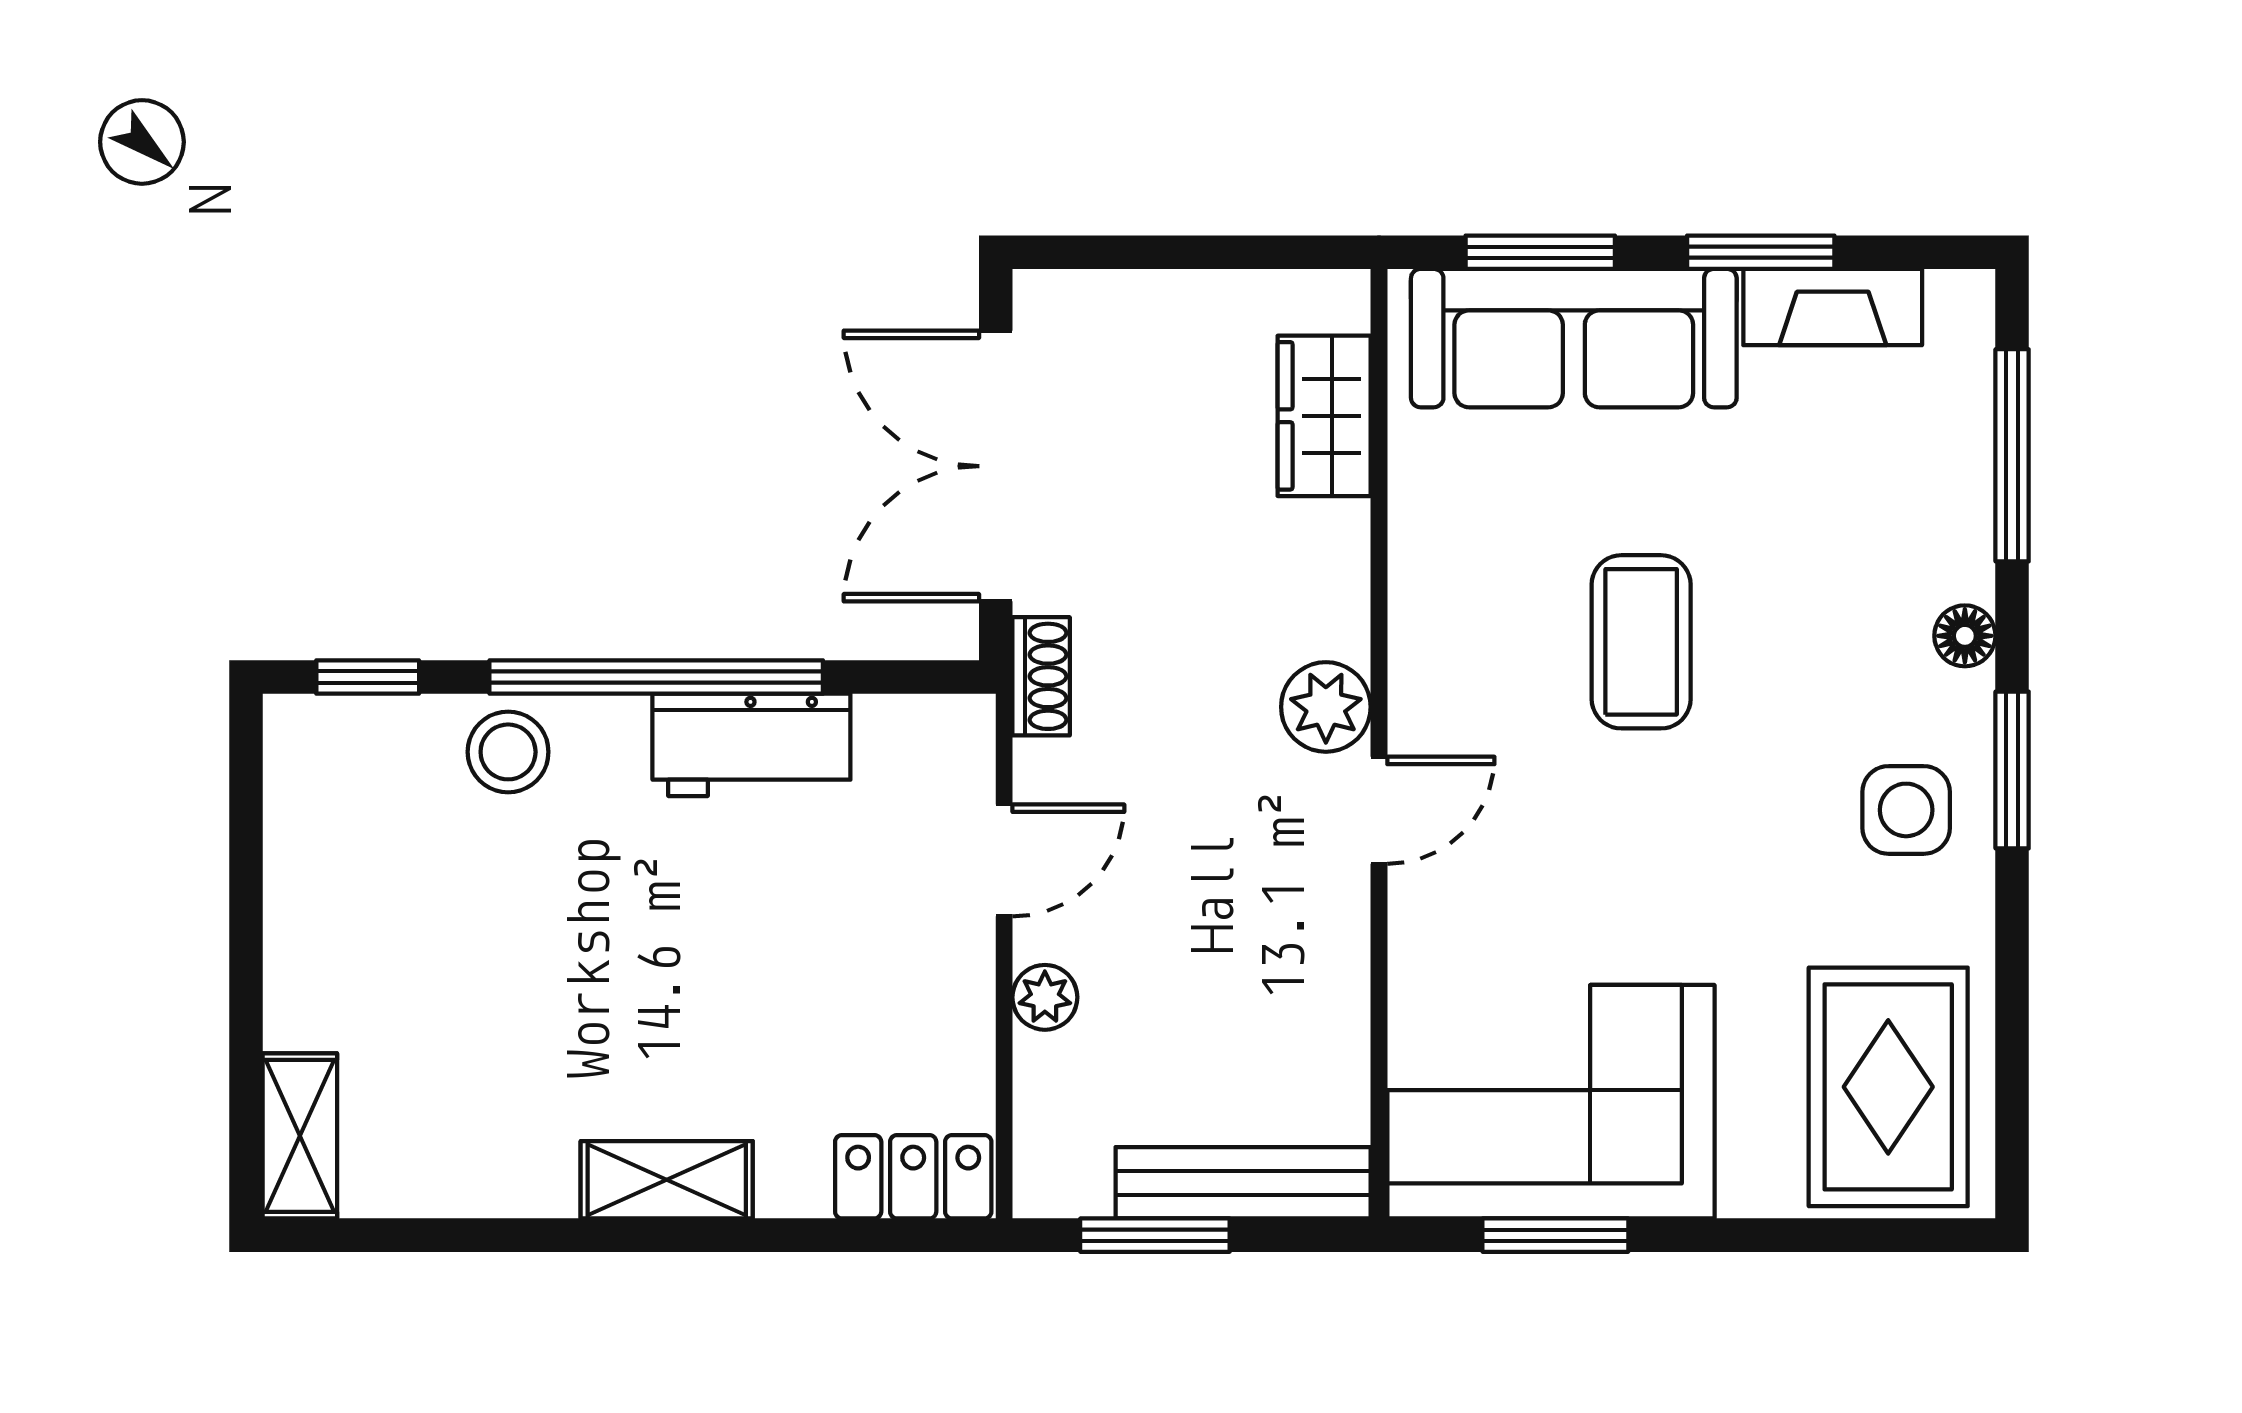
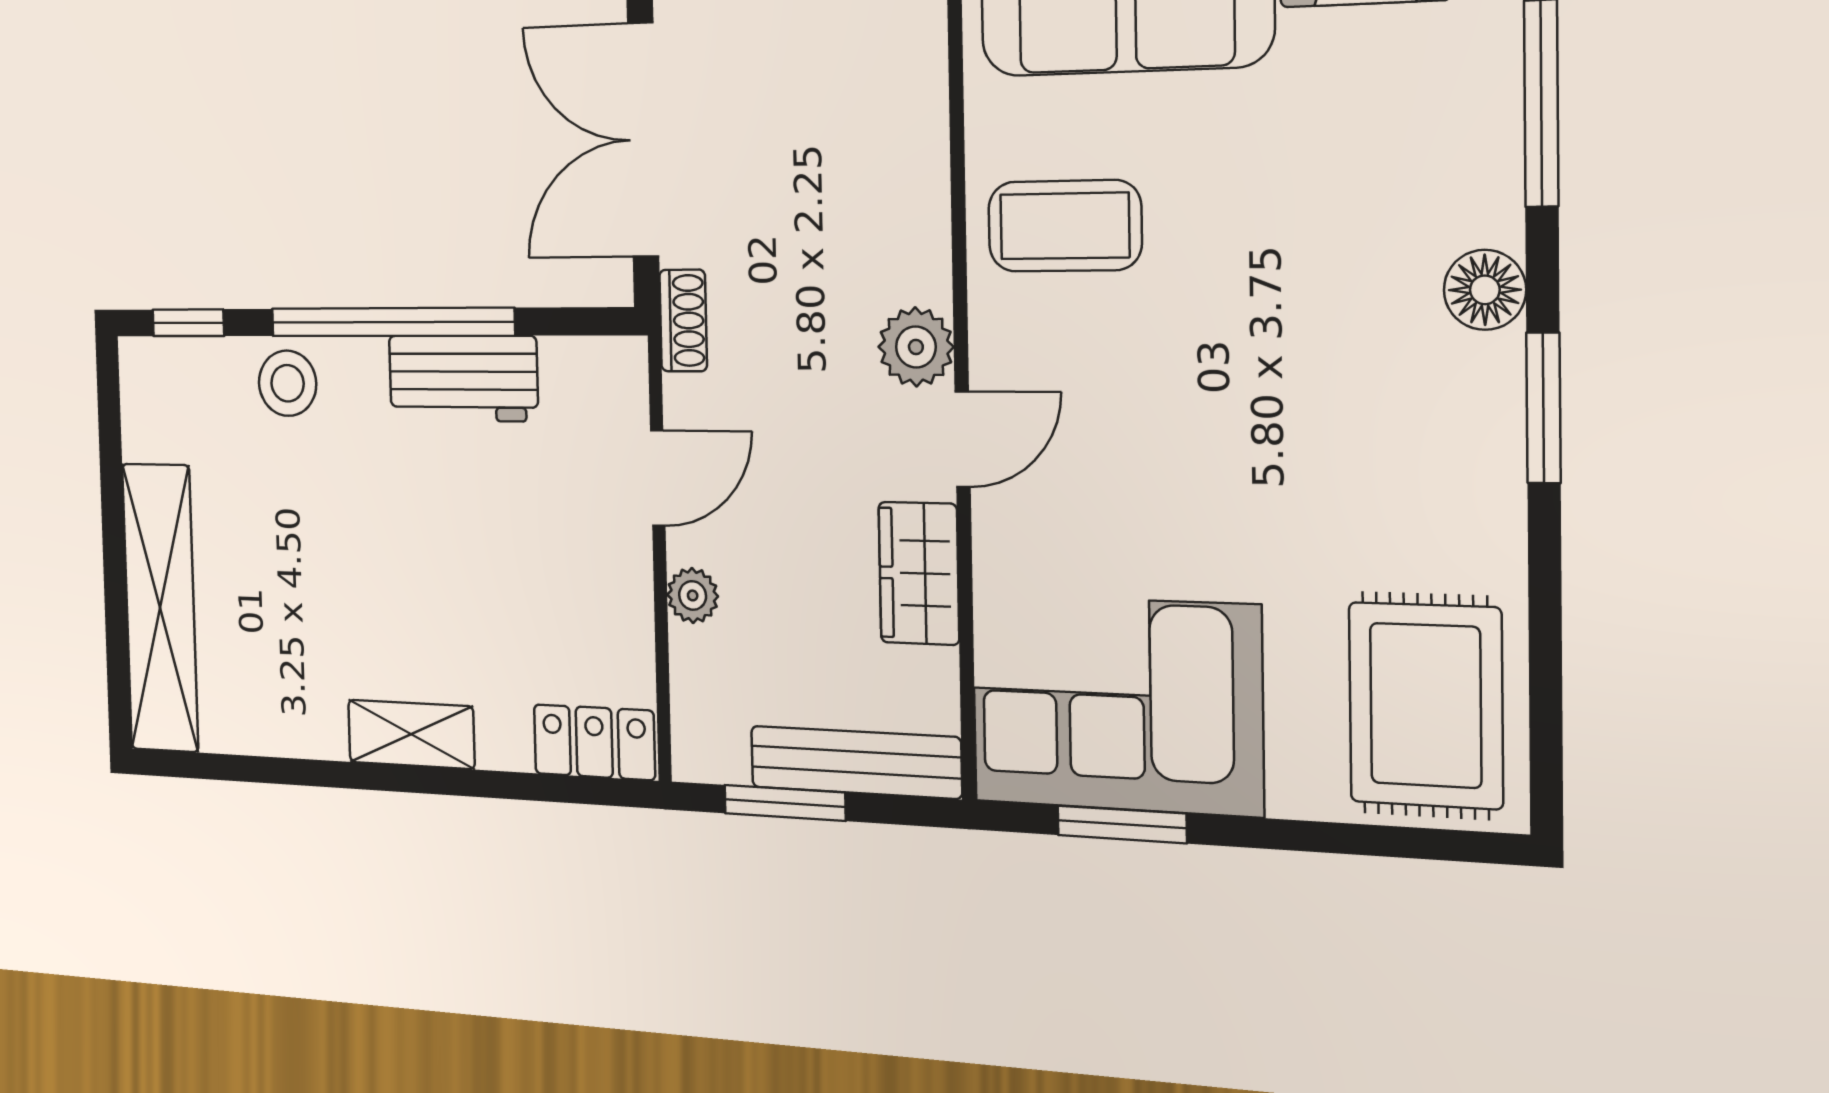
wardrobe: (1324, 416) -> (919, 573), moved
floor lamp: (1965, 636) -> (1485, 290), width x1.37, depth x1.37
coffee table: (1641, 642) -> (1065, 226), moved, turned 90
side table: (1906, 810) -> (1440, 445), removed
shelving: (300, 1136) -> (160, 608), width x2.20, depth x1.33

